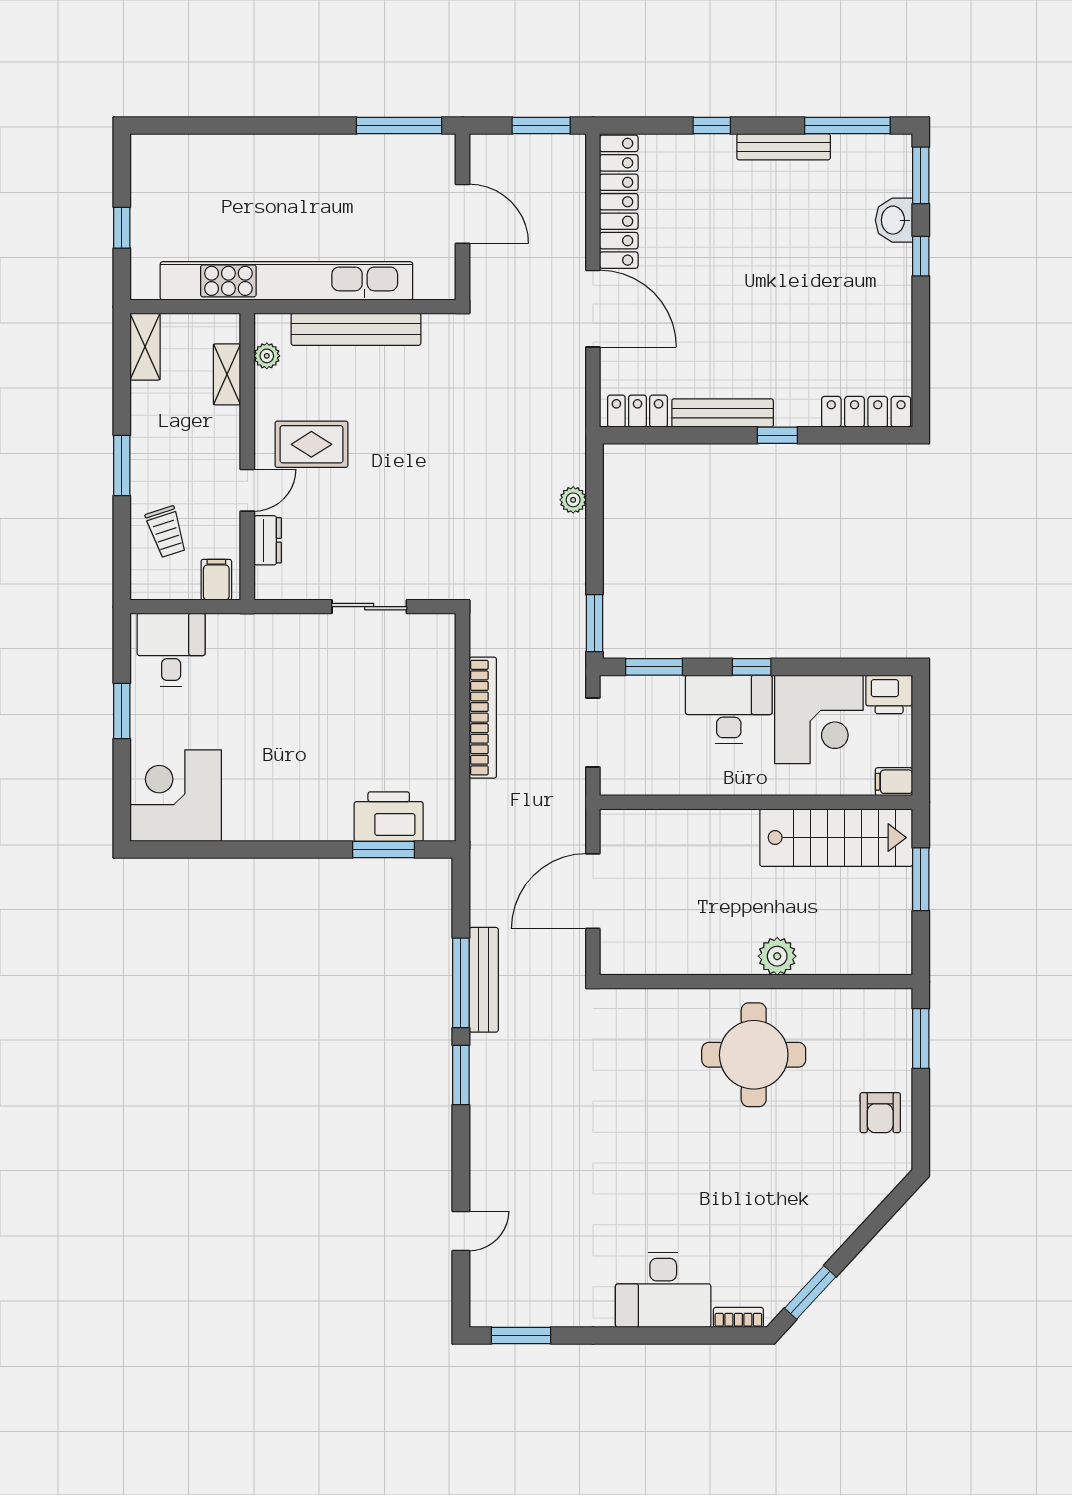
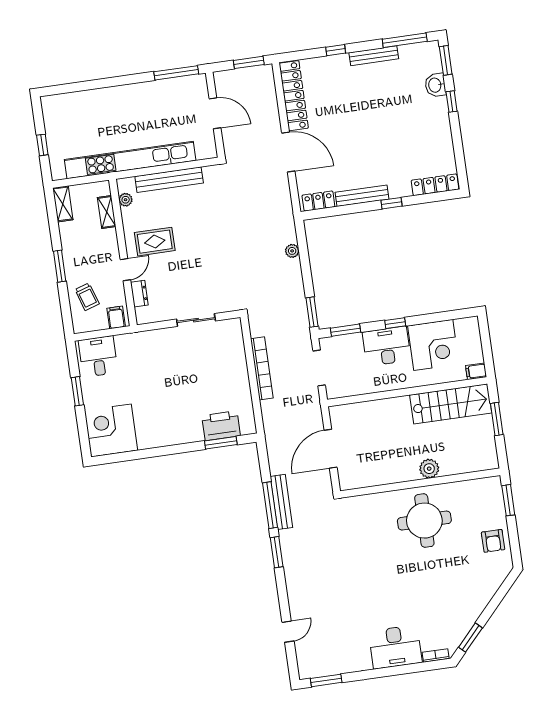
printer: (889, 694) -> (467, 327), removed

